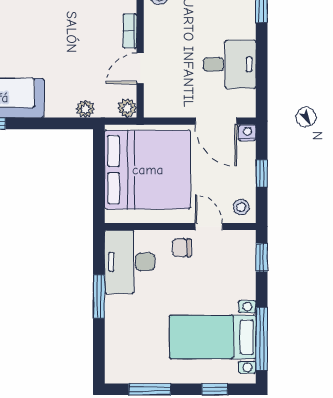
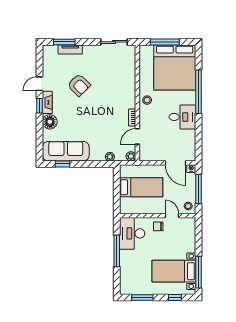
desk: (230, 64) -> (182, 117), moved
bed: (148, 170) -> (141, 187), width x0.49
window: (262, 173) -> (198, 189), width x2.17
window: (262, 258) -> (198, 231), removed
window: (99, 297) -> (117, 251), width x1.44

